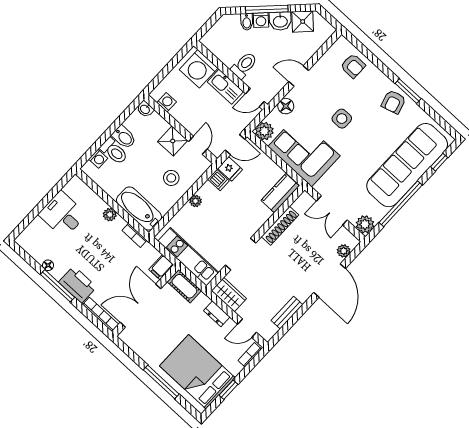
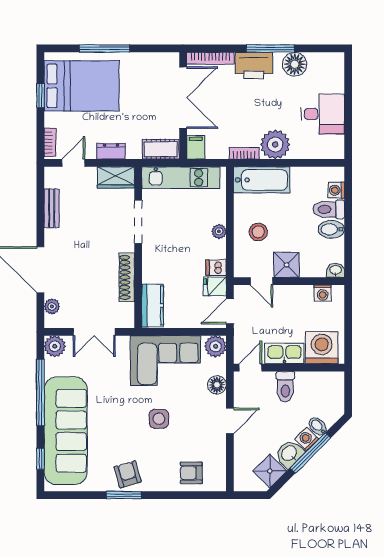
double door: (332, 210) -> (94, 332), swing flipped
plant: (110, 215) -> (275, 145), width x1.88, depth x1.88
floor lamp: (48, 265) -> (295, 64), width x1.89, depth x1.89

